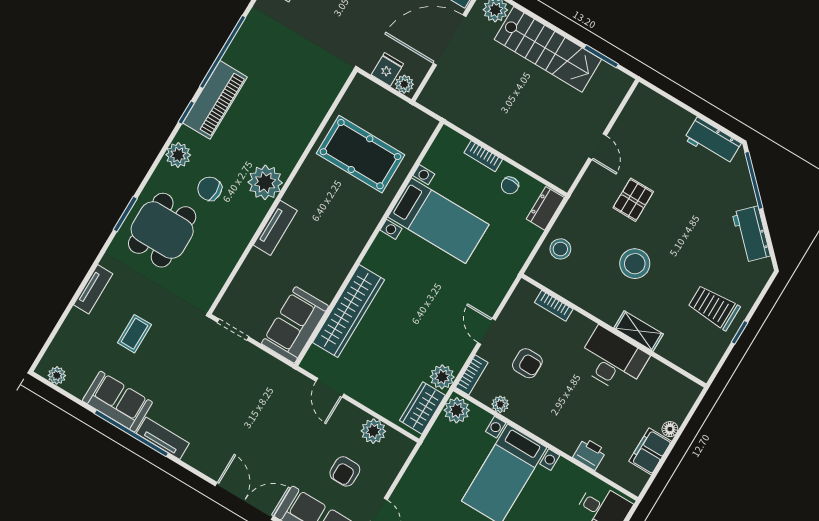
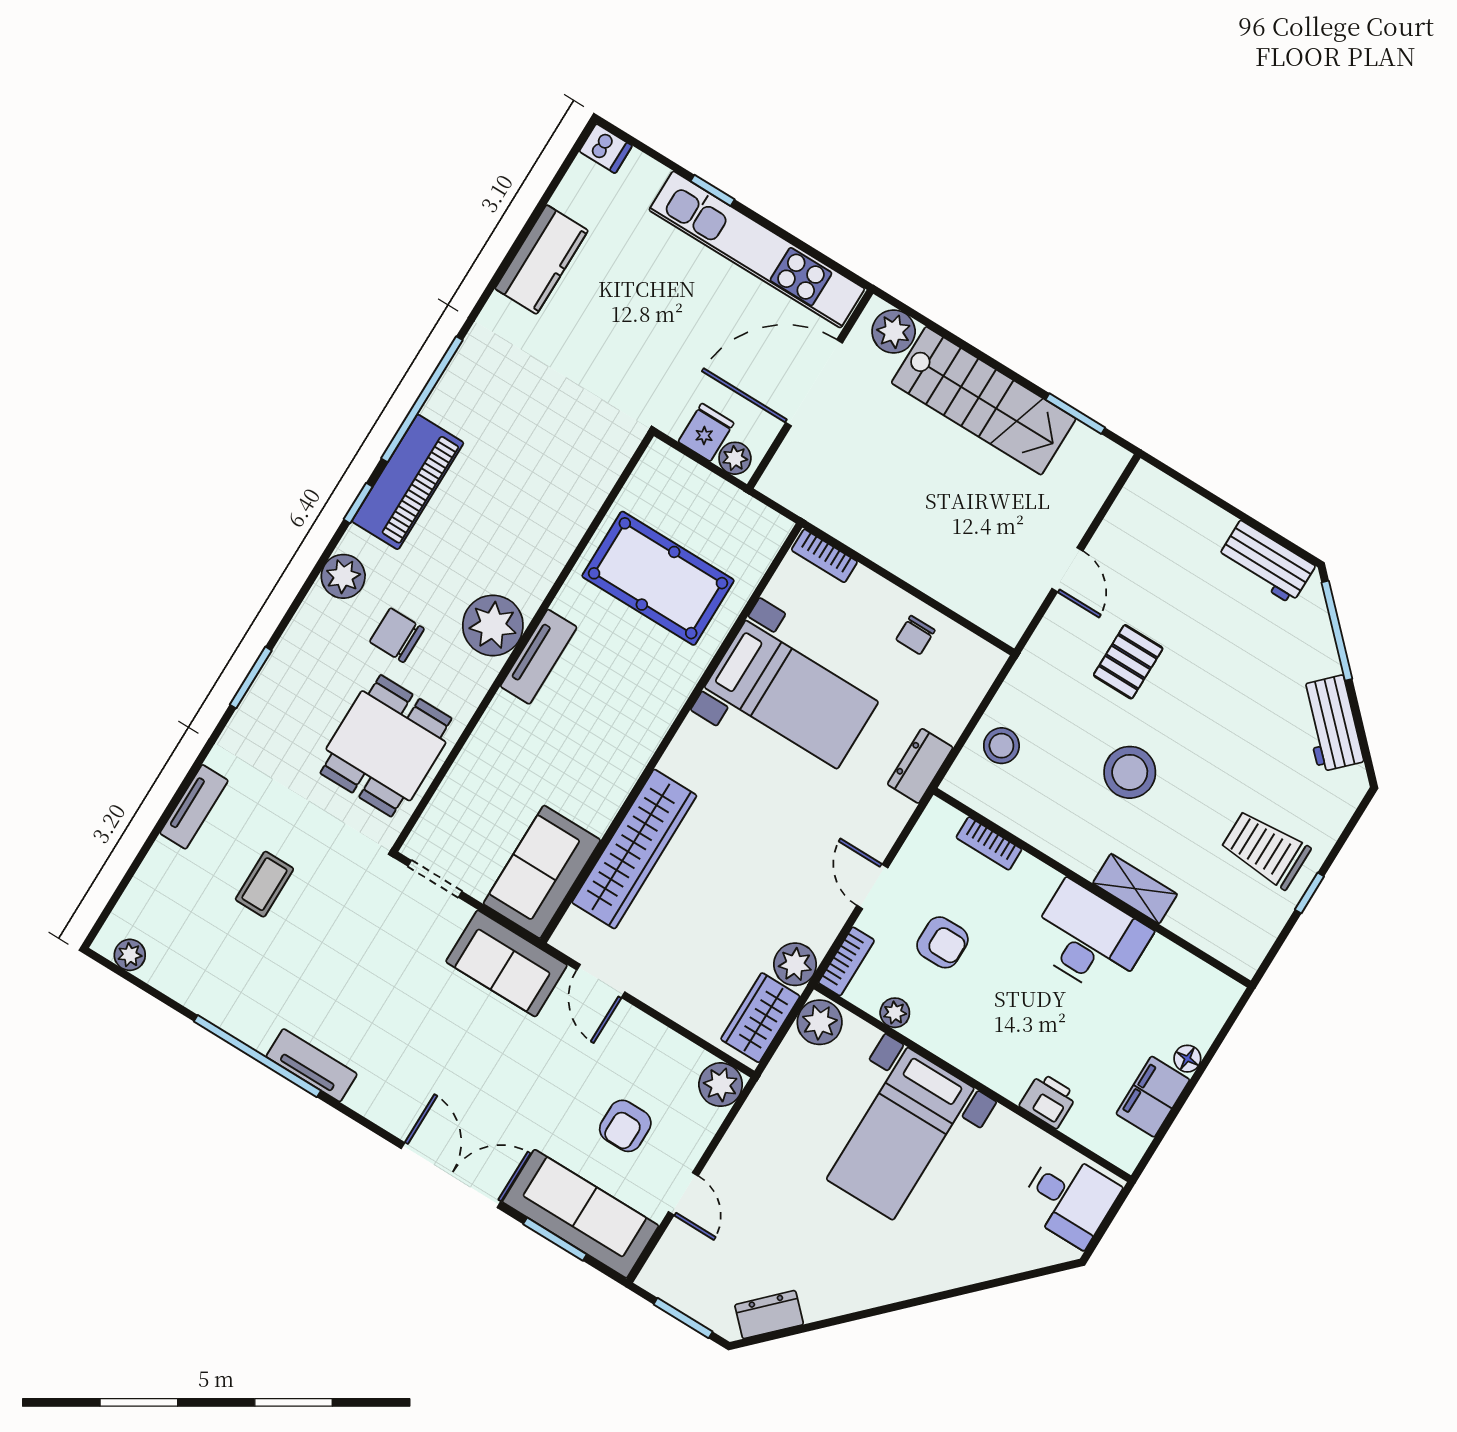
bookcase: (483, 156) -> (824, 556), moved
dresser: (545, 208) -> (920, 766), moved
tv unit: (275, 228) -> (539, 657), moved
dining table: (162, 230) -> (386, 746), moved
sofa: (117, 402) -> (507, 963), moved, turned 180
plant: (373, 431) -> (721, 1085), moved

